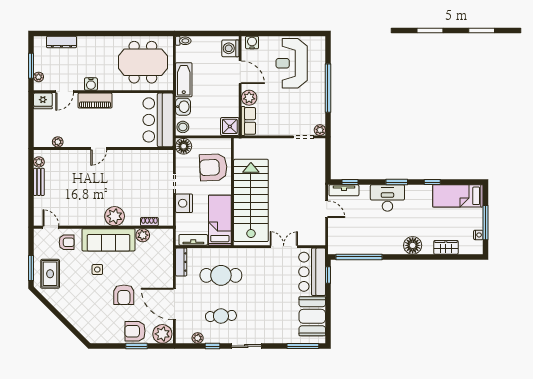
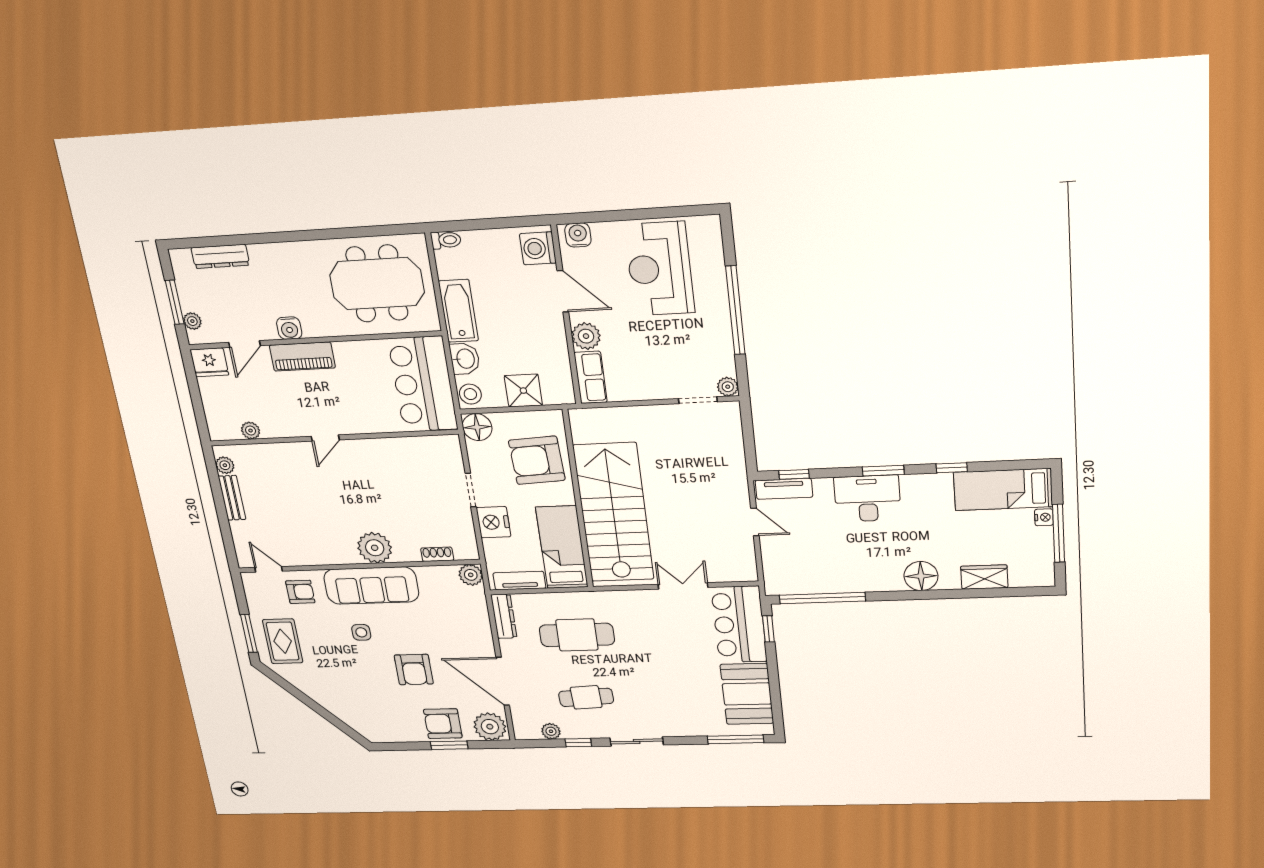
shower: (230, 126) -> (523, 391), moved
plant: (143, 235) -> (471, 575), moved
nightstand: (478, 235) -> (1044, 517), moved

